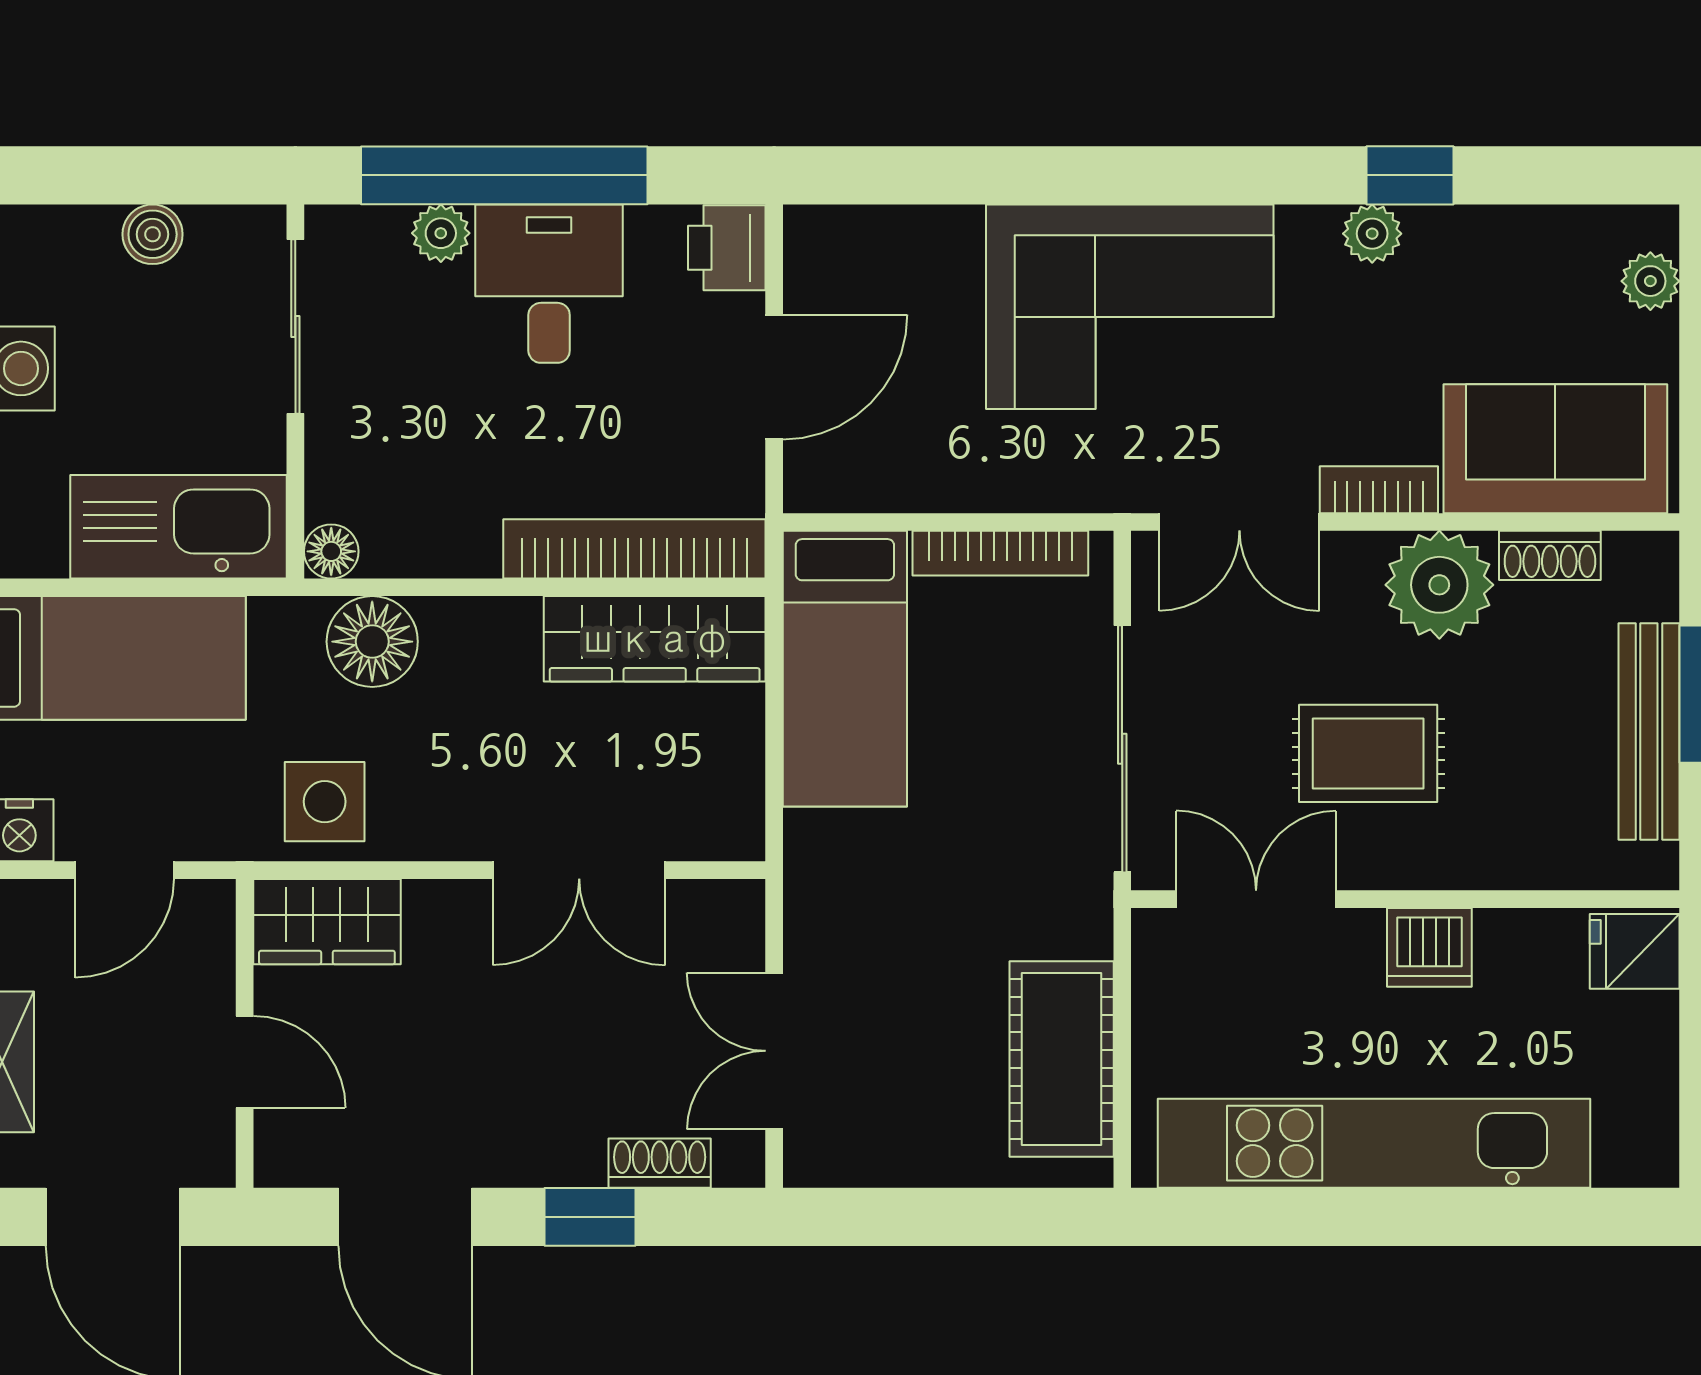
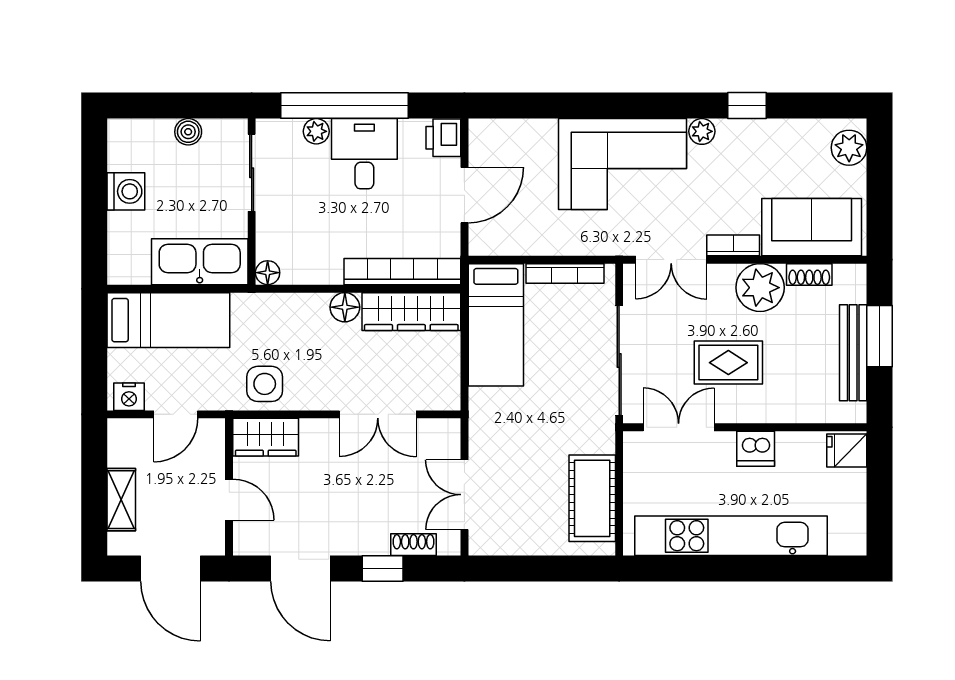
plant: (1372, 234) -> (702, 131), moved
plant: (1650, 281) -> (849, 148), width x1.38, depth x1.38
floor lamp: (372, 642) -> (345, 307), moved, width x0.73, depth x0.73

